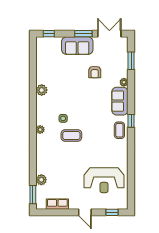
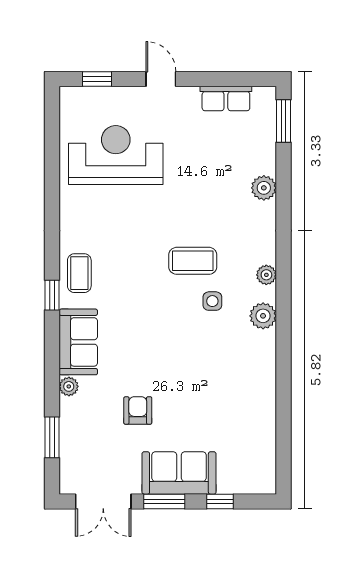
window: (49, 34) -> (220, 501), moved
plant: (42, 90) -> (263, 316), moved
plant: (41, 180) -> (264, 188), moved

